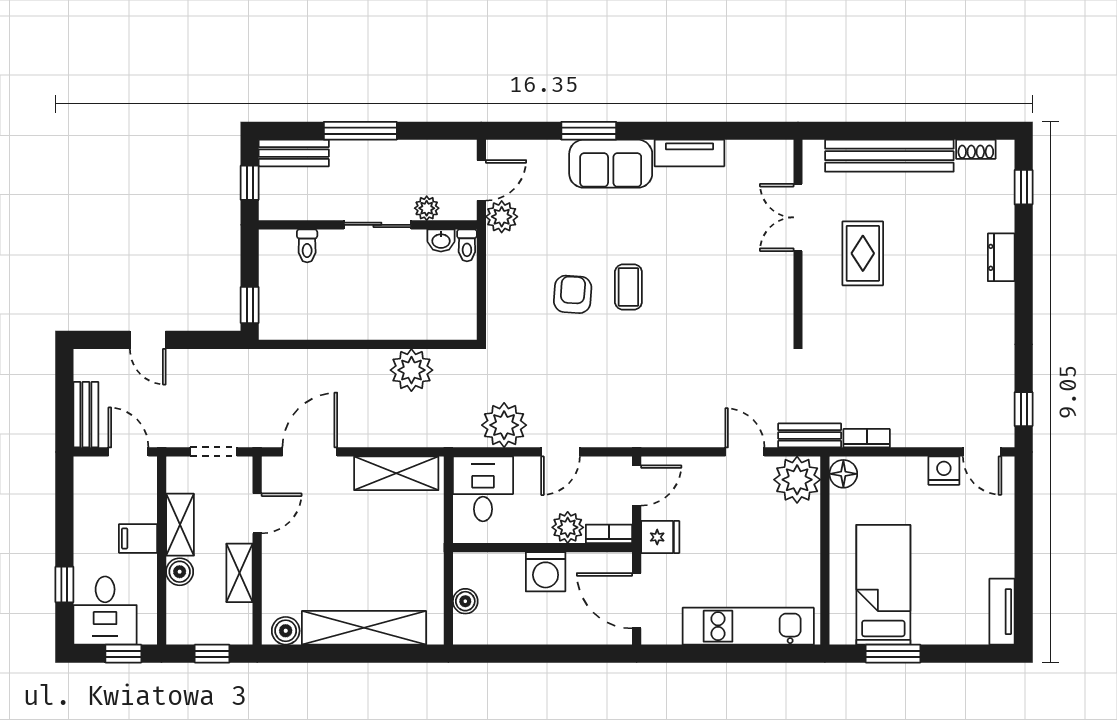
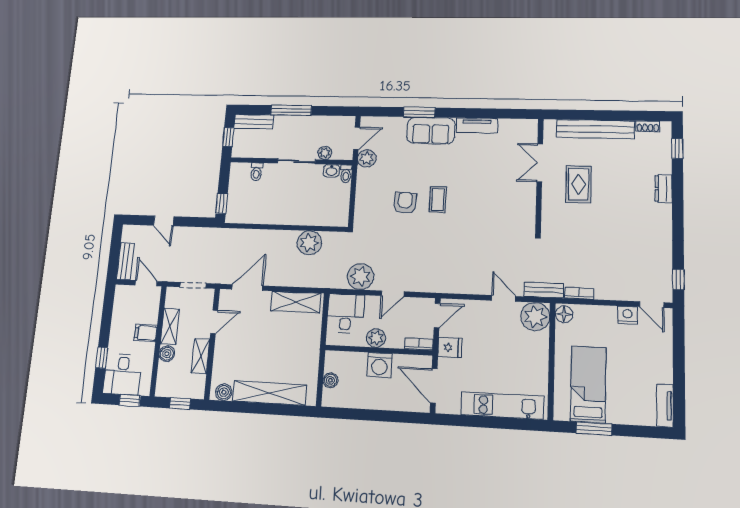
plant: (568, 527) -> (376, 338), moved

